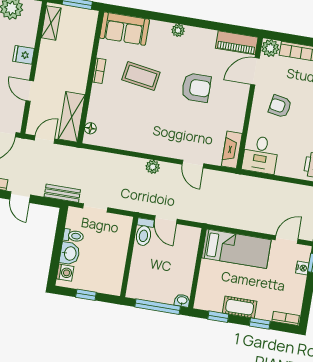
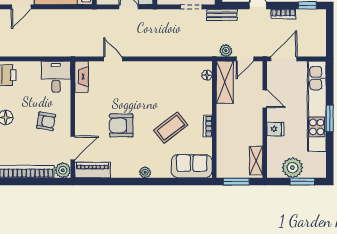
coffee table: (141, 76) -> (171, 128), turned -47
plant: (153, 167) -> (226, 51), moved

